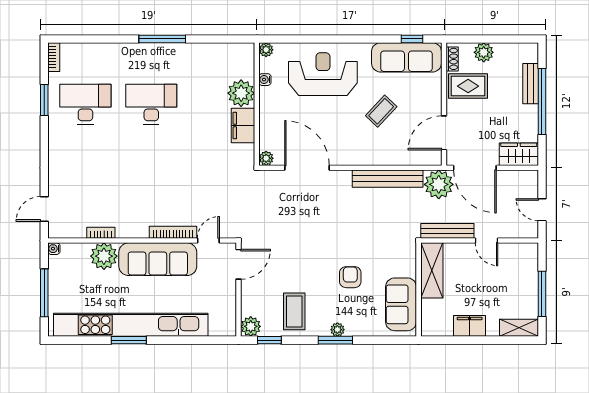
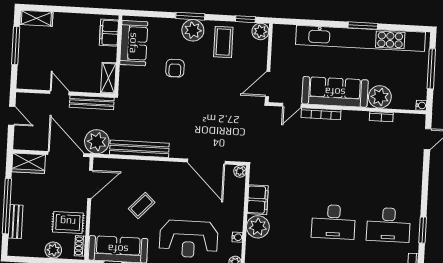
shelving: (432, 270) -> (108, 78), width x0.67, depth x0.75
filing cabinet: (470, 326) -> (109, 33), moved, turned 90
plant: (337, 330) -> (193, 30), width x1.88, depth x1.88

